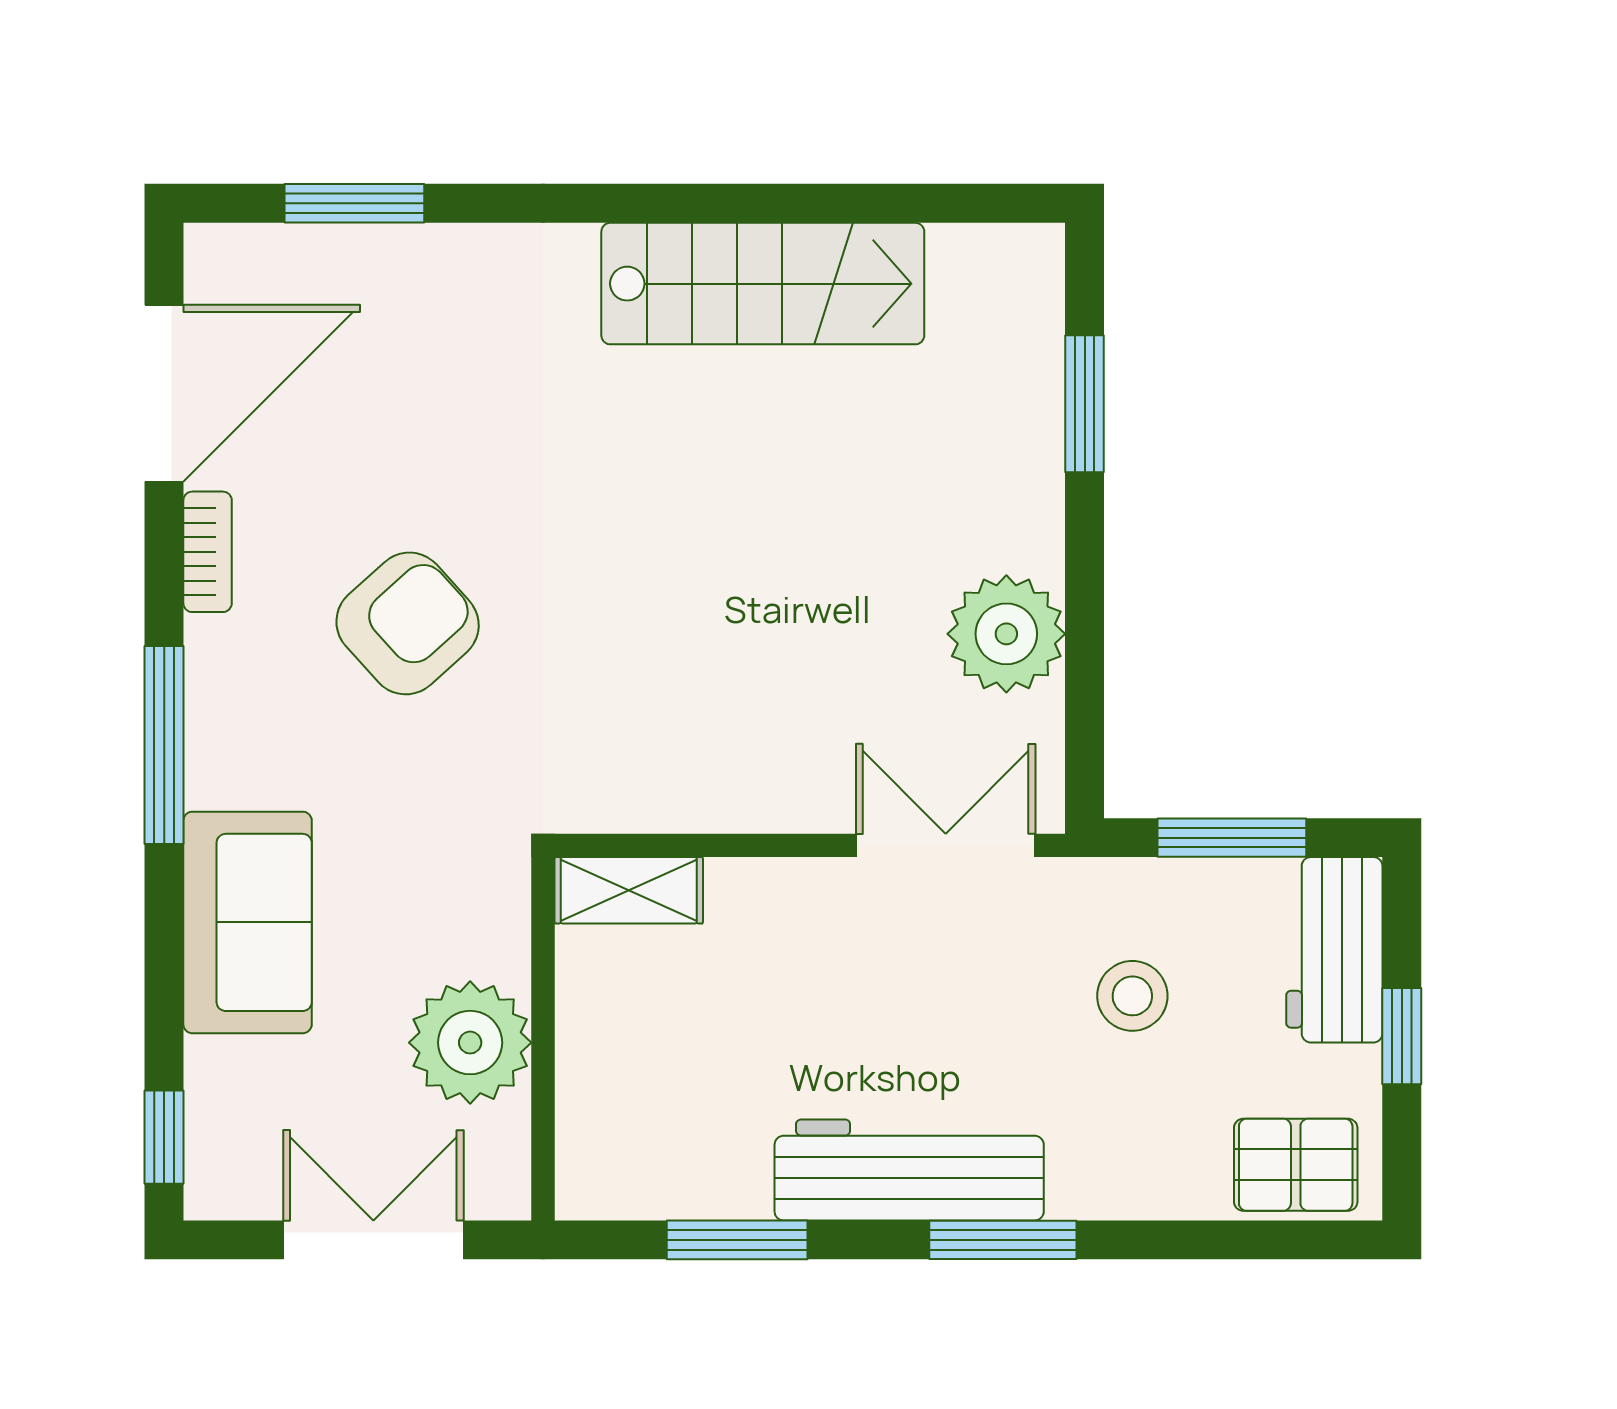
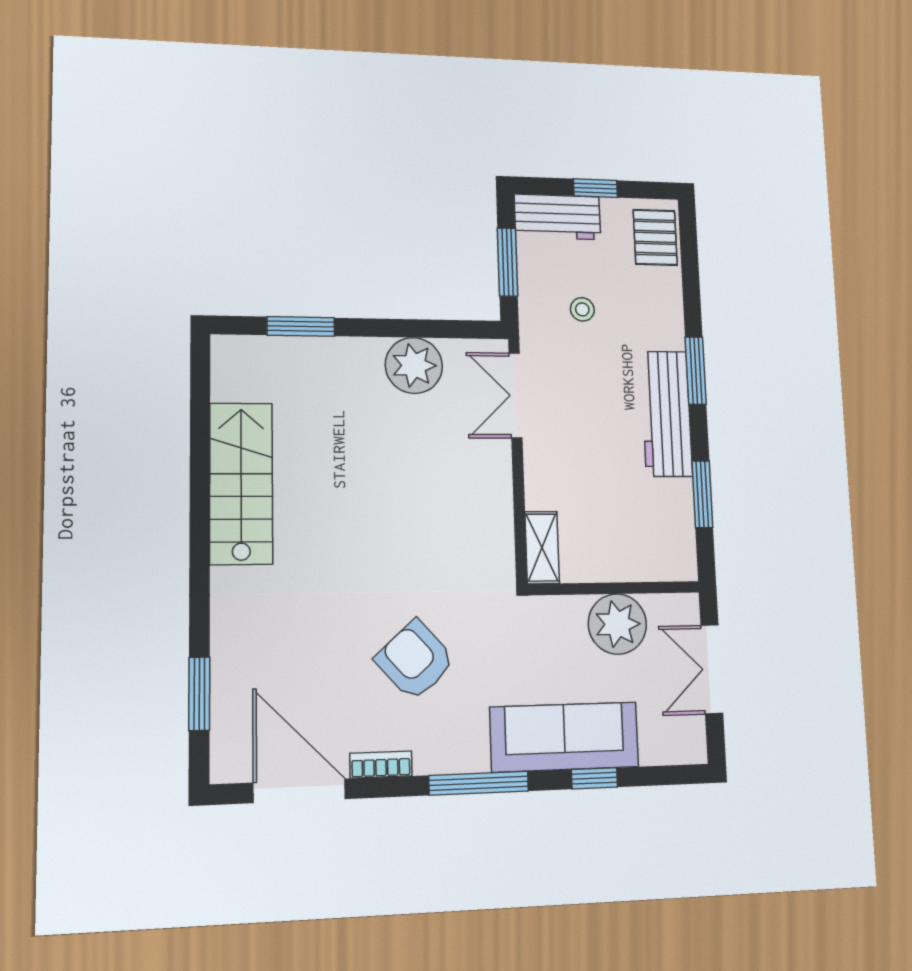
sofa: (248, 922) -> (565, 737), width x1.36
stool: (1132, 996) -> (582, 309), width x0.73, depth x0.73
window: (164, 1137) -> (594, 778), moved

